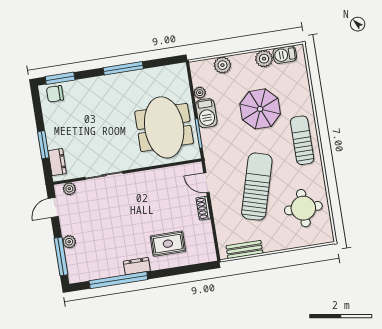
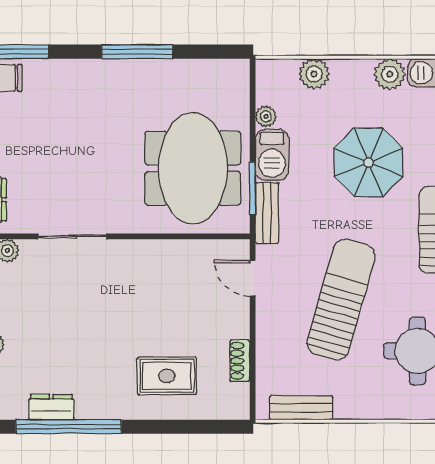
bench: (209, 146) -> (267, 213), added
shoe rack: (203, 208) -> (240, 361), moved
dresser: (137, 266) -> (51, 407), moved

